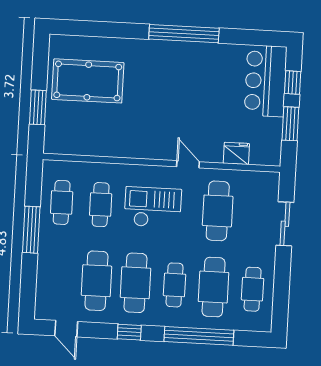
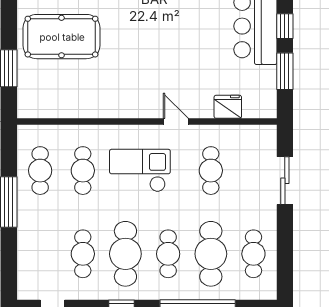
cafe table: (218, 211) -> (211, 171), width x0.73, depth x0.74
cafe table: (96, 281) -> (83, 254), width x0.73, depth x0.74

